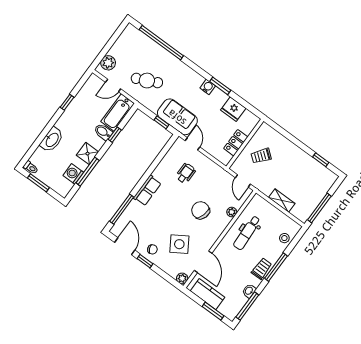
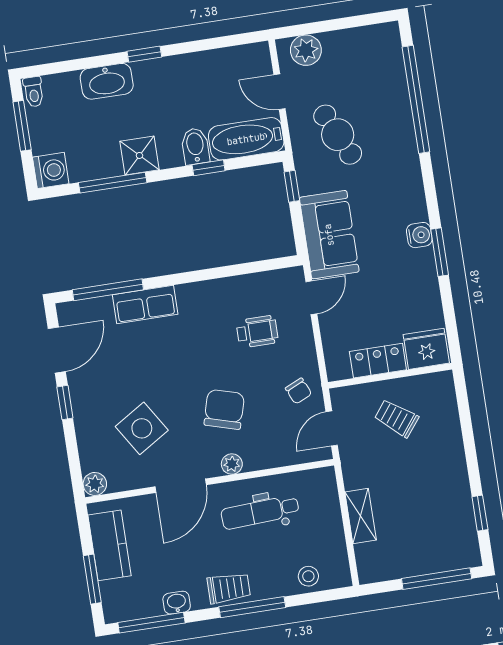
window: (67, 102) -> (144, 54), moved
fridge: (233, 109) -> (426, 349), moved, turned 90
window: (161, 122) -> (292, 186), moved
washing machine: (73, 174) -> (51, 170), moved, turned 90
row of seats: (147, 190) -> (145, 304), moved
window: (319, 208) -> (437, 579), moved
plant: (232, 212) -> (232, 464), moved
chair: (152, 249) -> (299, 391), moved
door: (203, 262) -> (181, 486), moved

